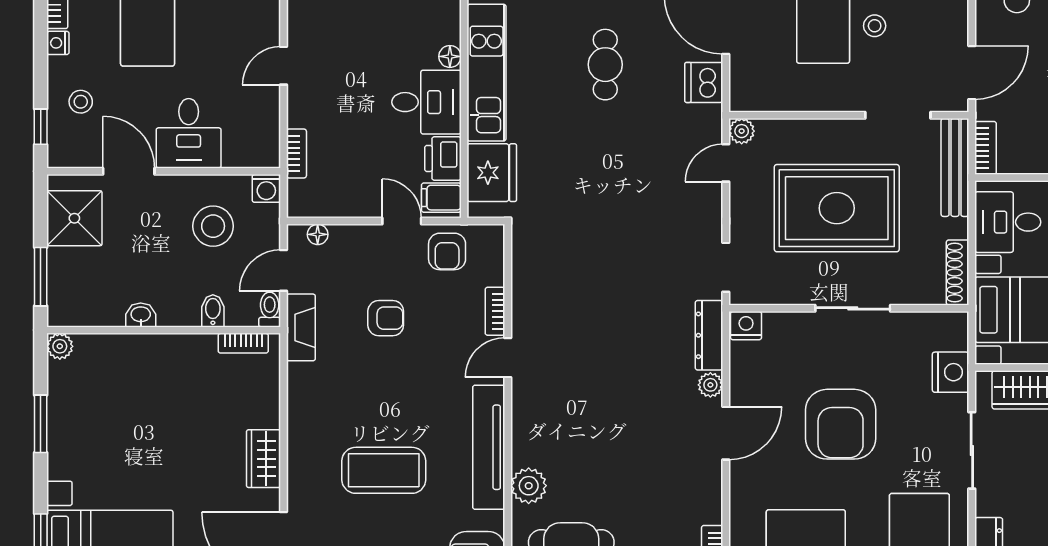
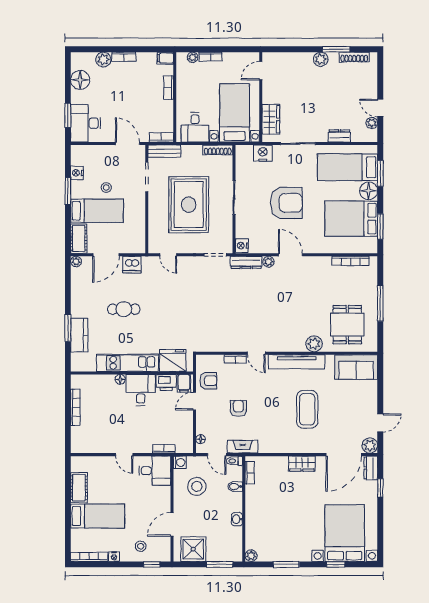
plant: (742, 131) -> (154, 248), removed
desk: (189, 133) -> (155, 471), moved
bench: (955, 167) -> (164, 151), width x0.73

